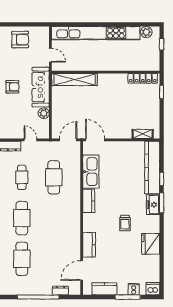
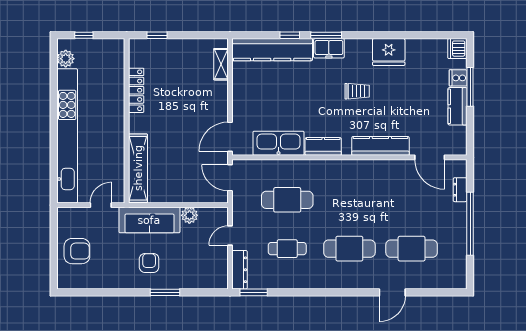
armchair: (20, 40) -> (77, 251), turned 90
locker: (143, 78) -> (136, 90), moved
kitchen counter: (89, 245) -> (380, 146), width x1.50
kitchen counter: (104, 289) -> (457, 106), moved

